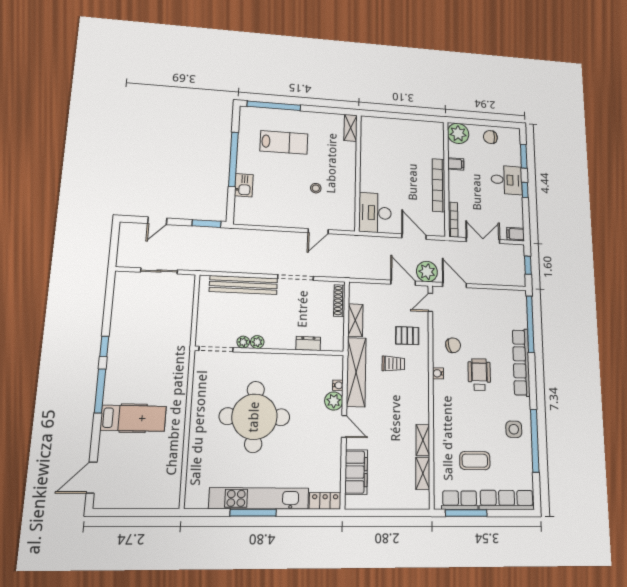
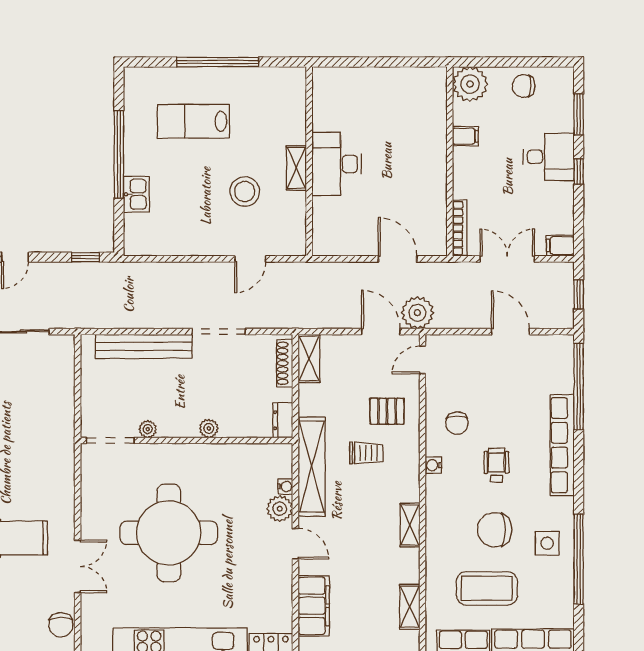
window: (274, 106) -> (218, 62), moved
shelving: (351, 128) -> (296, 168), moved
lab bench: (284, 142) -> (194, 121), turned 180
bookcase: (439, 185) -> (437, 173), removed
stool: (316, 188) -> (245, 192), width x1.89, depth x1.89
desk: (375, 213) -> (337, 164), moved
window: (207, 224) -> (86, 257), width x0.67
door: (454, 285) -> (510, 332), moved
shelving: (355, 320) -> (309, 358), moved
plant: (257, 342) -> (209, 428), moved
dresser: (308, 343) -> (283, 420), moved, turned -90
chair: (453, 345) -> (457, 423), turned 105
wheelchair: (479, 375) -> (496, 465), width x0.73, depth x0.73
chair: (479, 419) -> (495, 530), added
double door: (186, 440) -> (78, 566), added
shelving: (423, 440) -> (410, 525), moved
coffee table: (475, 461) -> (487, 588), width x1.36, depth x1.32
chair: (170, 485) -> (61, 625), added

